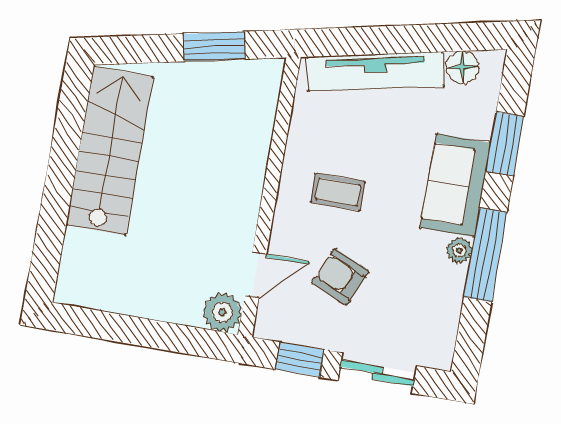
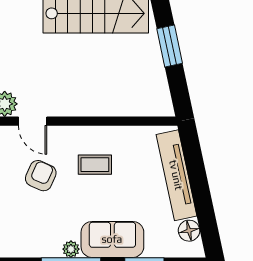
window: (214, 46) -> (170, 46), moved
coffee table: (338, 192) -> (95, 165), turned 90

